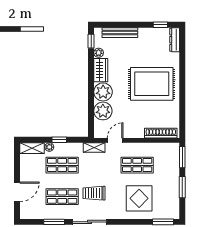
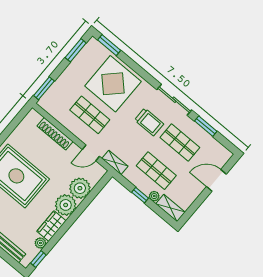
shoe rack: (161, 133) -> (55, 134), moved
window: (182, 187) -> (76, 50), moved
display table: (139, 198) -> (113, 84), width x1.36, depth x1.36

